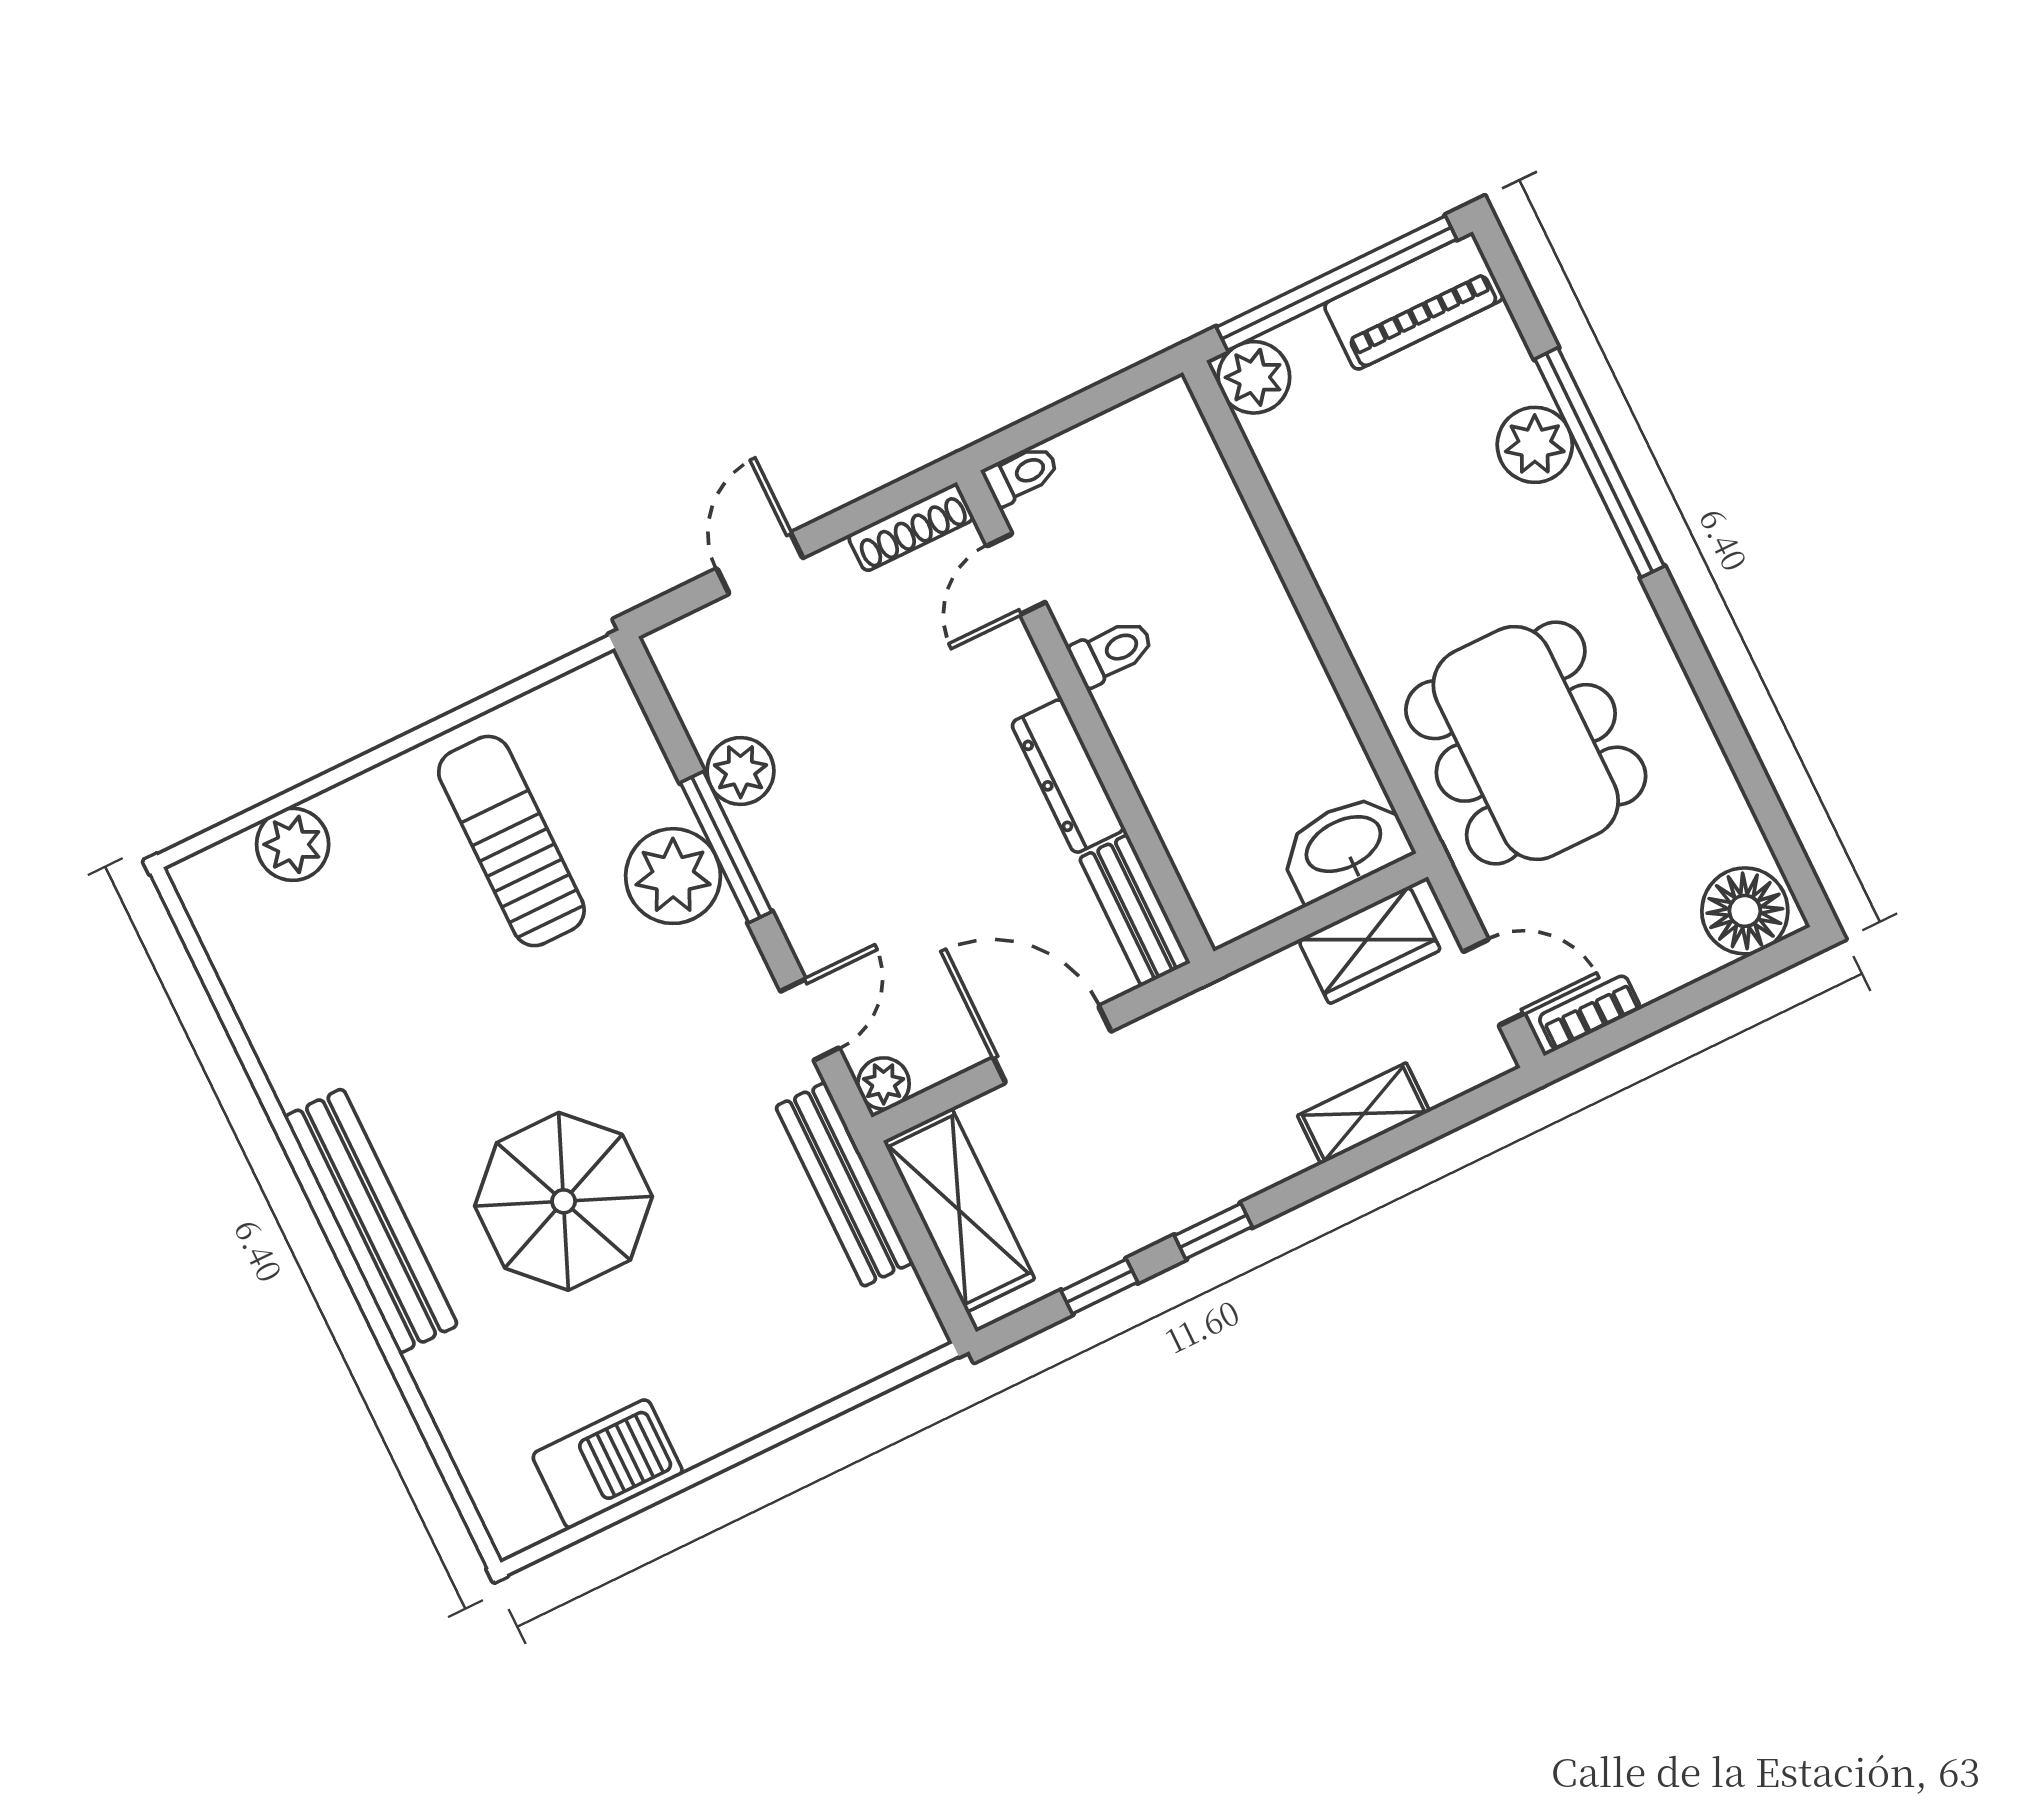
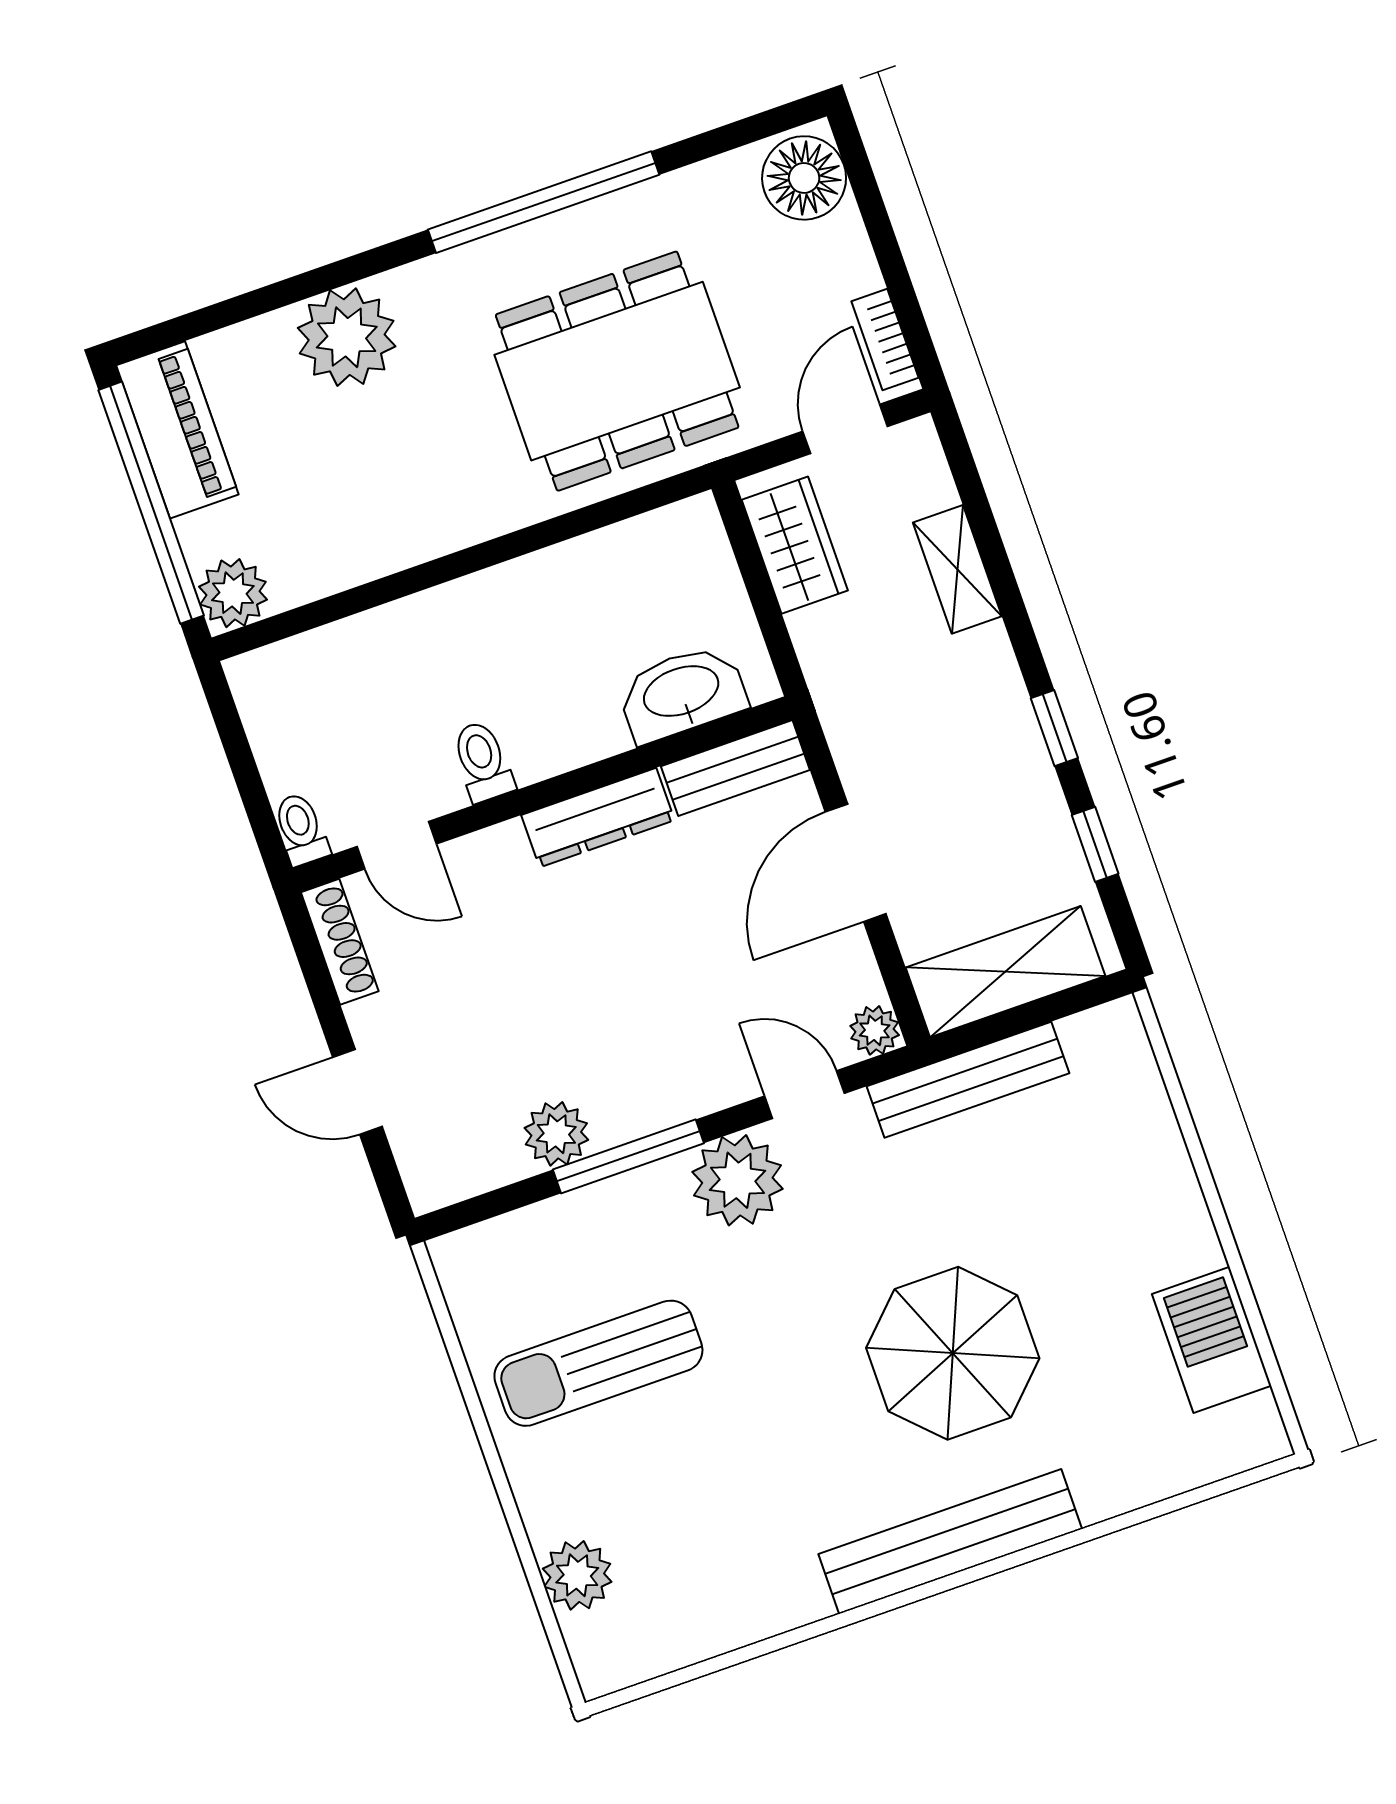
plant: (1535, 445) -> (347, 337), width x1.36, depth x1.36
window: (1599, 463) -> (544, 202), moved
washbasin: (1344, 846) -> (682, 693), moved, turned 90
plant: (673, 876) -> (737, 1180), moved

